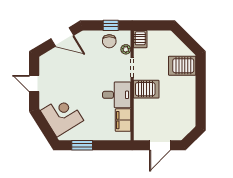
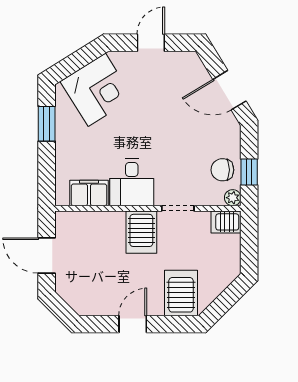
door: (62, 37) -> (229, 90), hinge flipped
plant: (126, 49) -> (233, 198), moved
door: (201, 94) -> (133, 324), added

